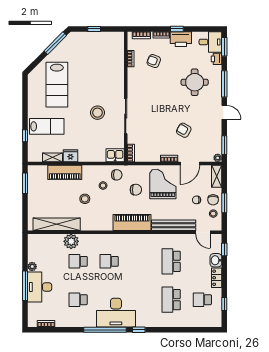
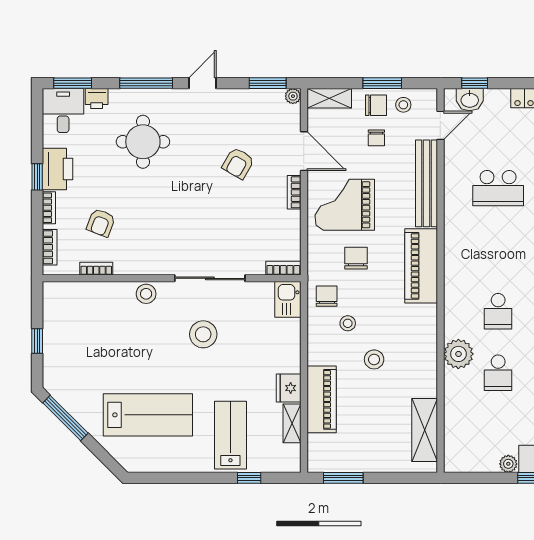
stool: (118, 84) -> (146, 294), added
shelving: (57, 224) -> (425, 430), width x0.68
plant: (71, 241) -> (458, 354), moved
washbasin: (216, 260) -> (470, 100), moved

